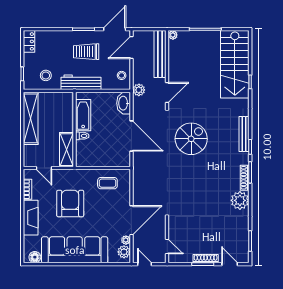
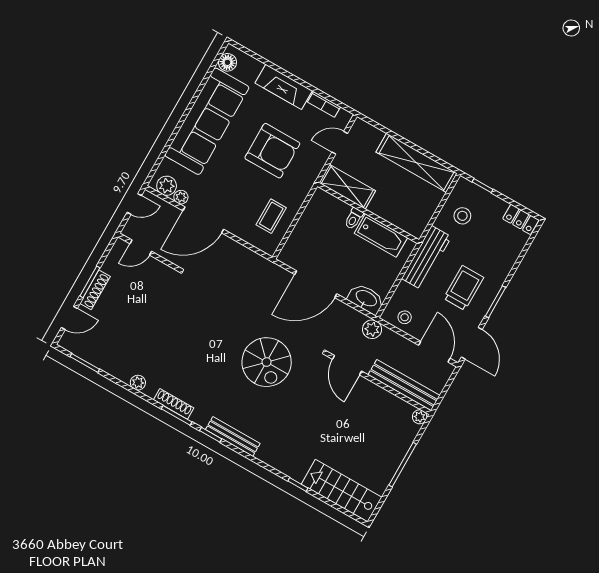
stairs: (235, 64) -> (342, 491), width x0.73, depth x0.66
plant: (240, 200) -> (138, 383), width x0.53, depth x0.53
door: (131, 220) -> (203, 220), hinge flipped

